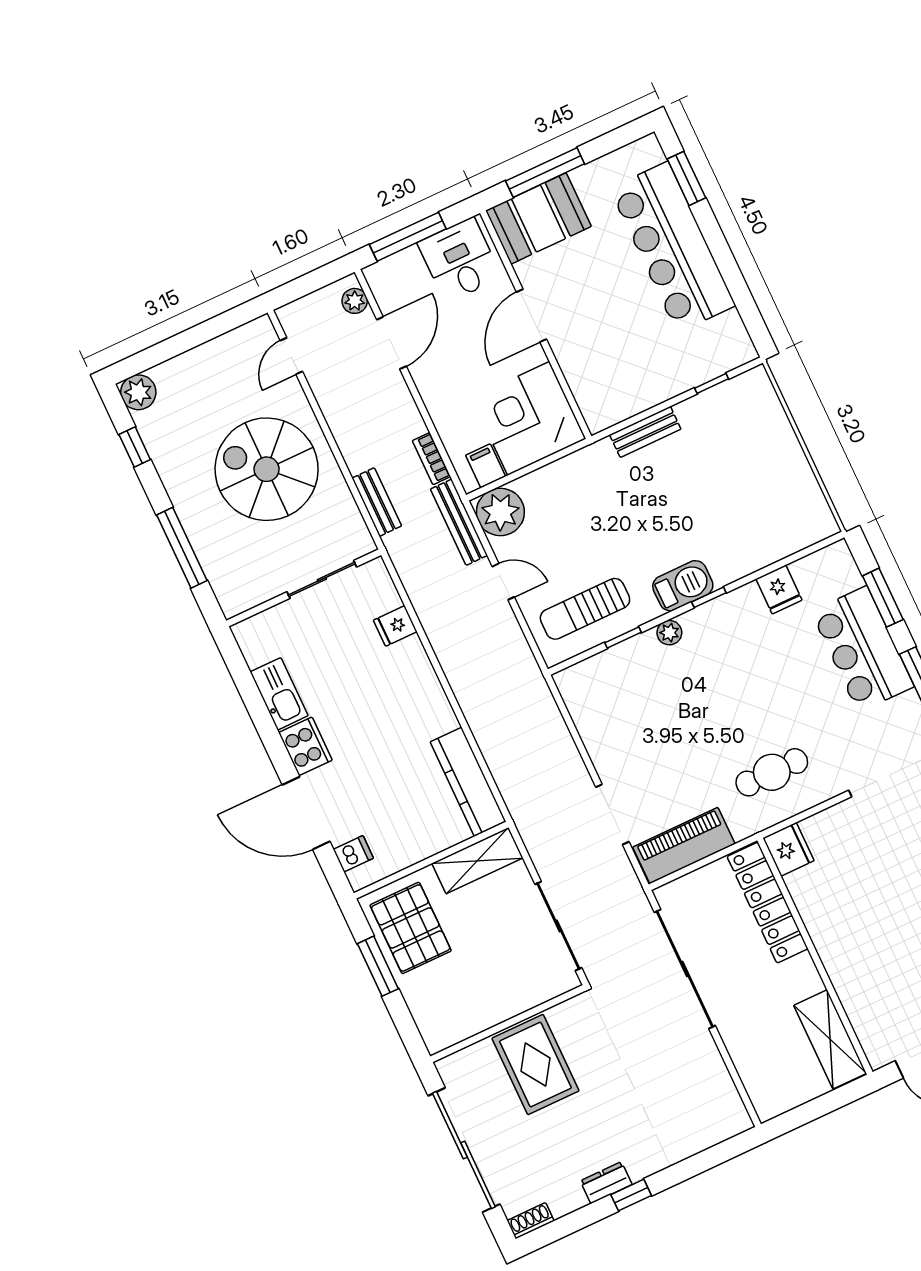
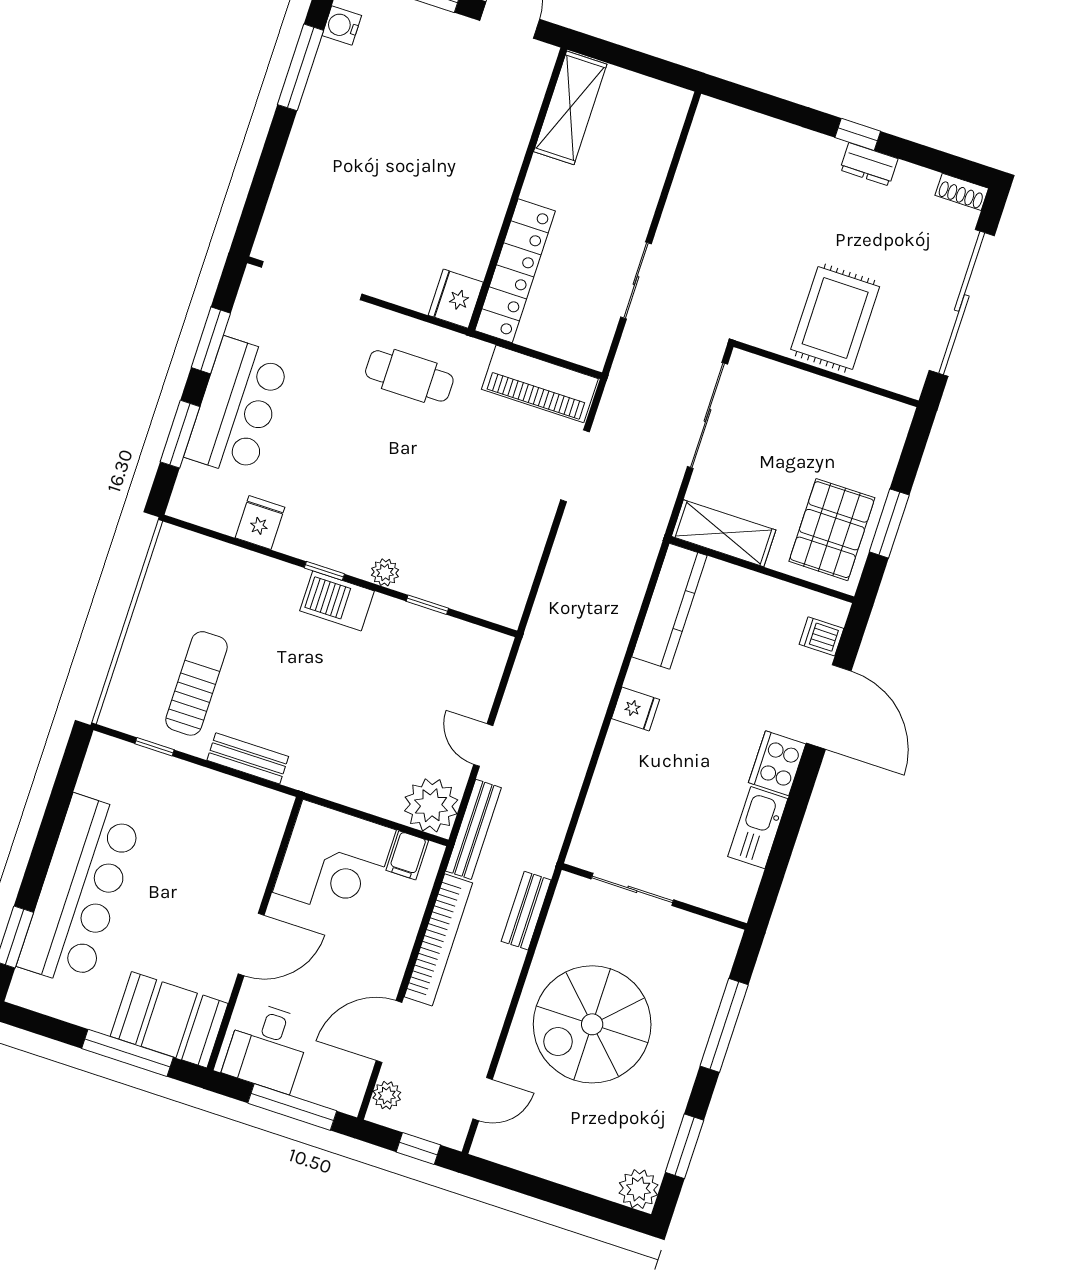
window: (303, 286) -> (418, 1148), added
window: (135, 447) -> (684, 1146), width x1.50
bookcase: (432, 459) -> (438, 940), width x2.31, depth x1.31
spiral stairs: (267, 469) -> (592, 1024), turned 90
sun lounger: (585, 609) -> (196, 683), moved, turned -90
fridge: (395, 626) -> (636, 709), moved
sliding door: (685, 969) -> (636, 280), width x0.54

